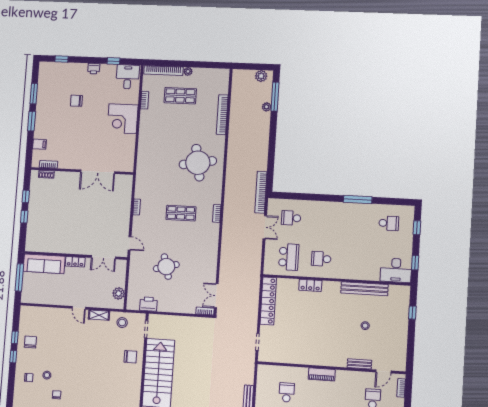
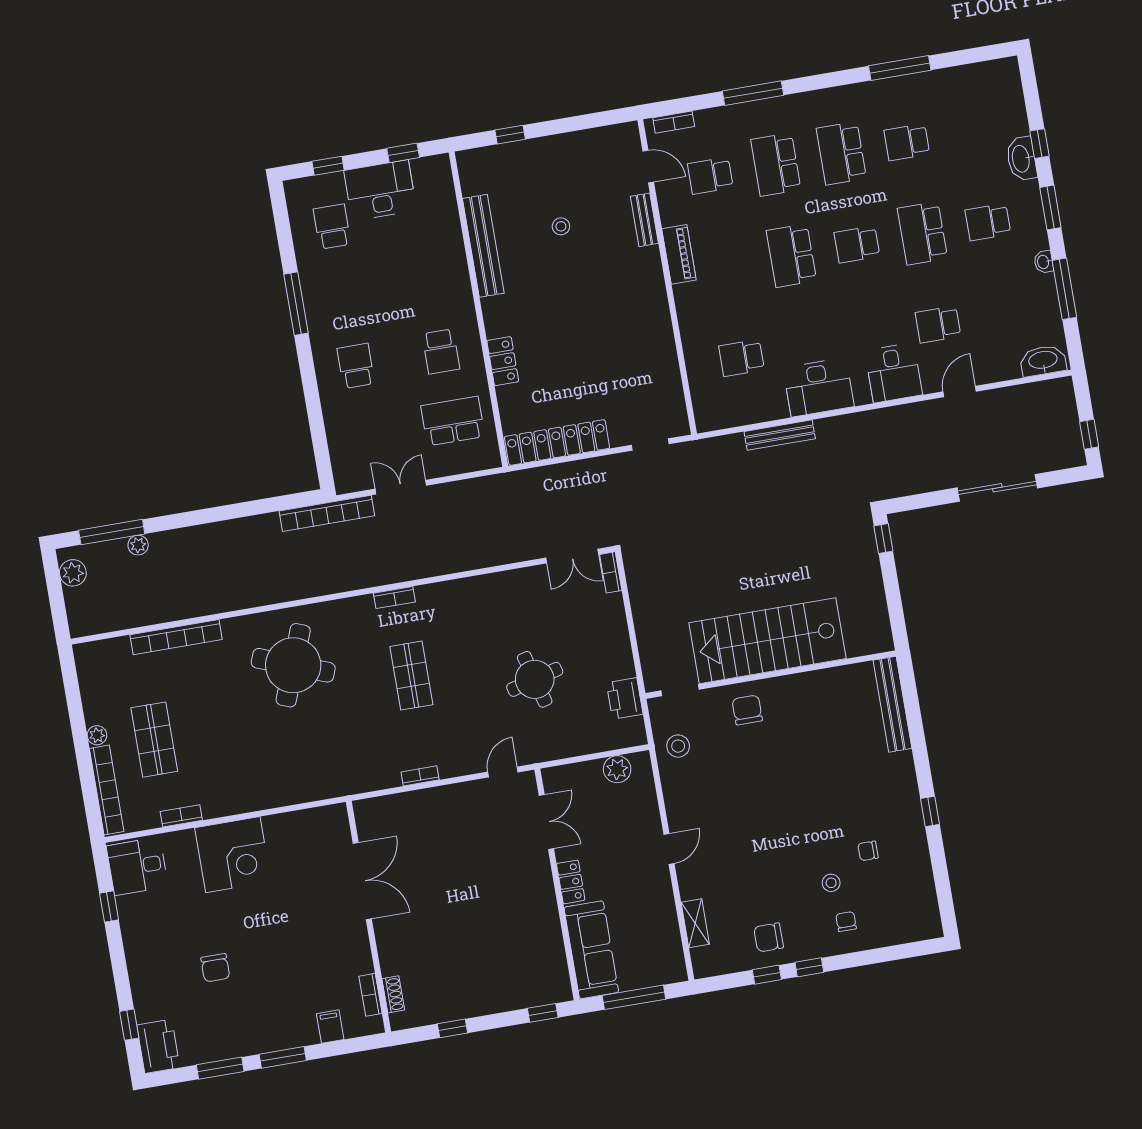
printer: (94, 69) -> (158, 1046), moved, width x1.87, depth x1.48
round table: (198, 163) -> (293, 665), turned 31
window: (24, 217) -> (543, 1013), moved
school desk: (291, 218) -> (356, 366), moved, turned 180
desk: (396, 270) -> (380, 190), moved, turned -90
shelving: (99, 315) -> (695, 923), moved
piano: (322, 374) -> (679, 254), moved

